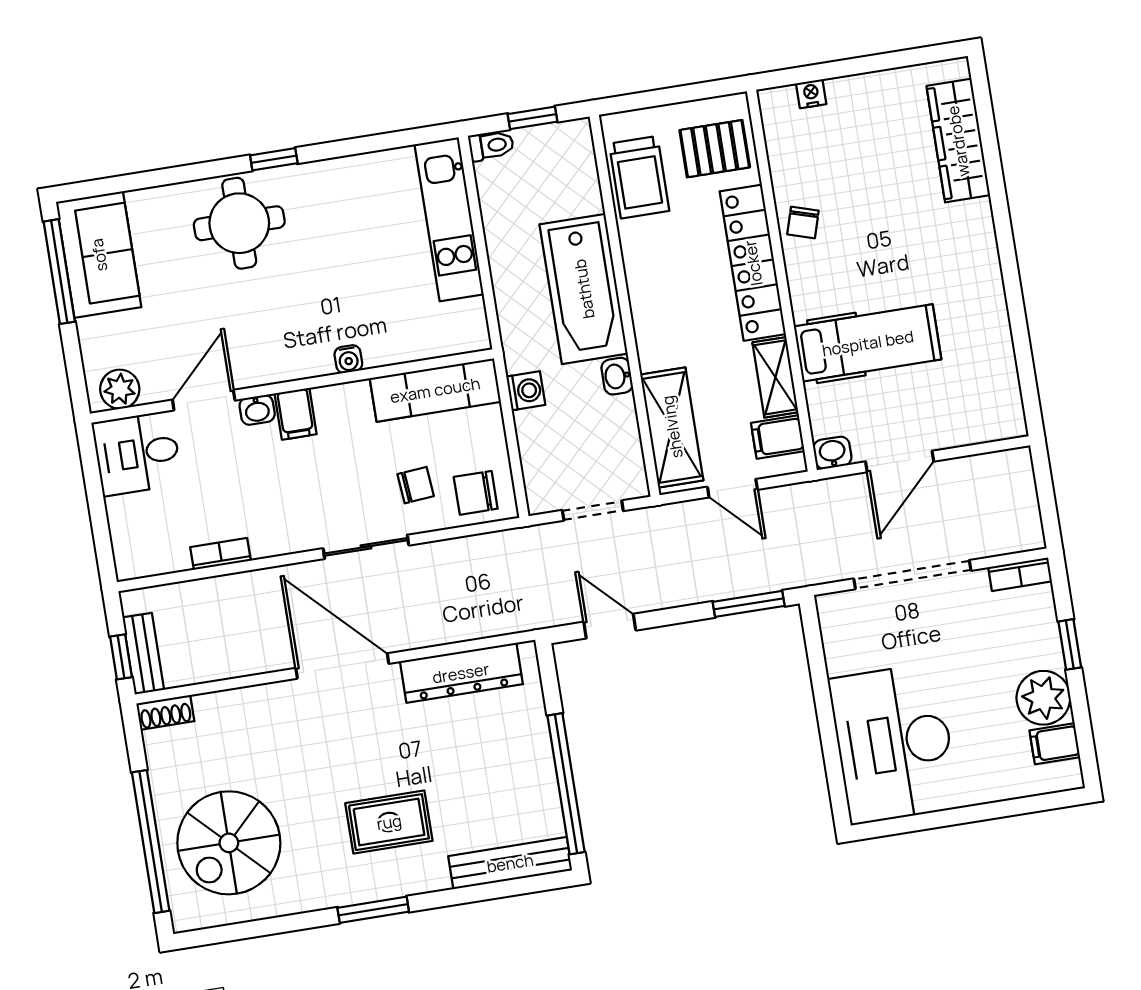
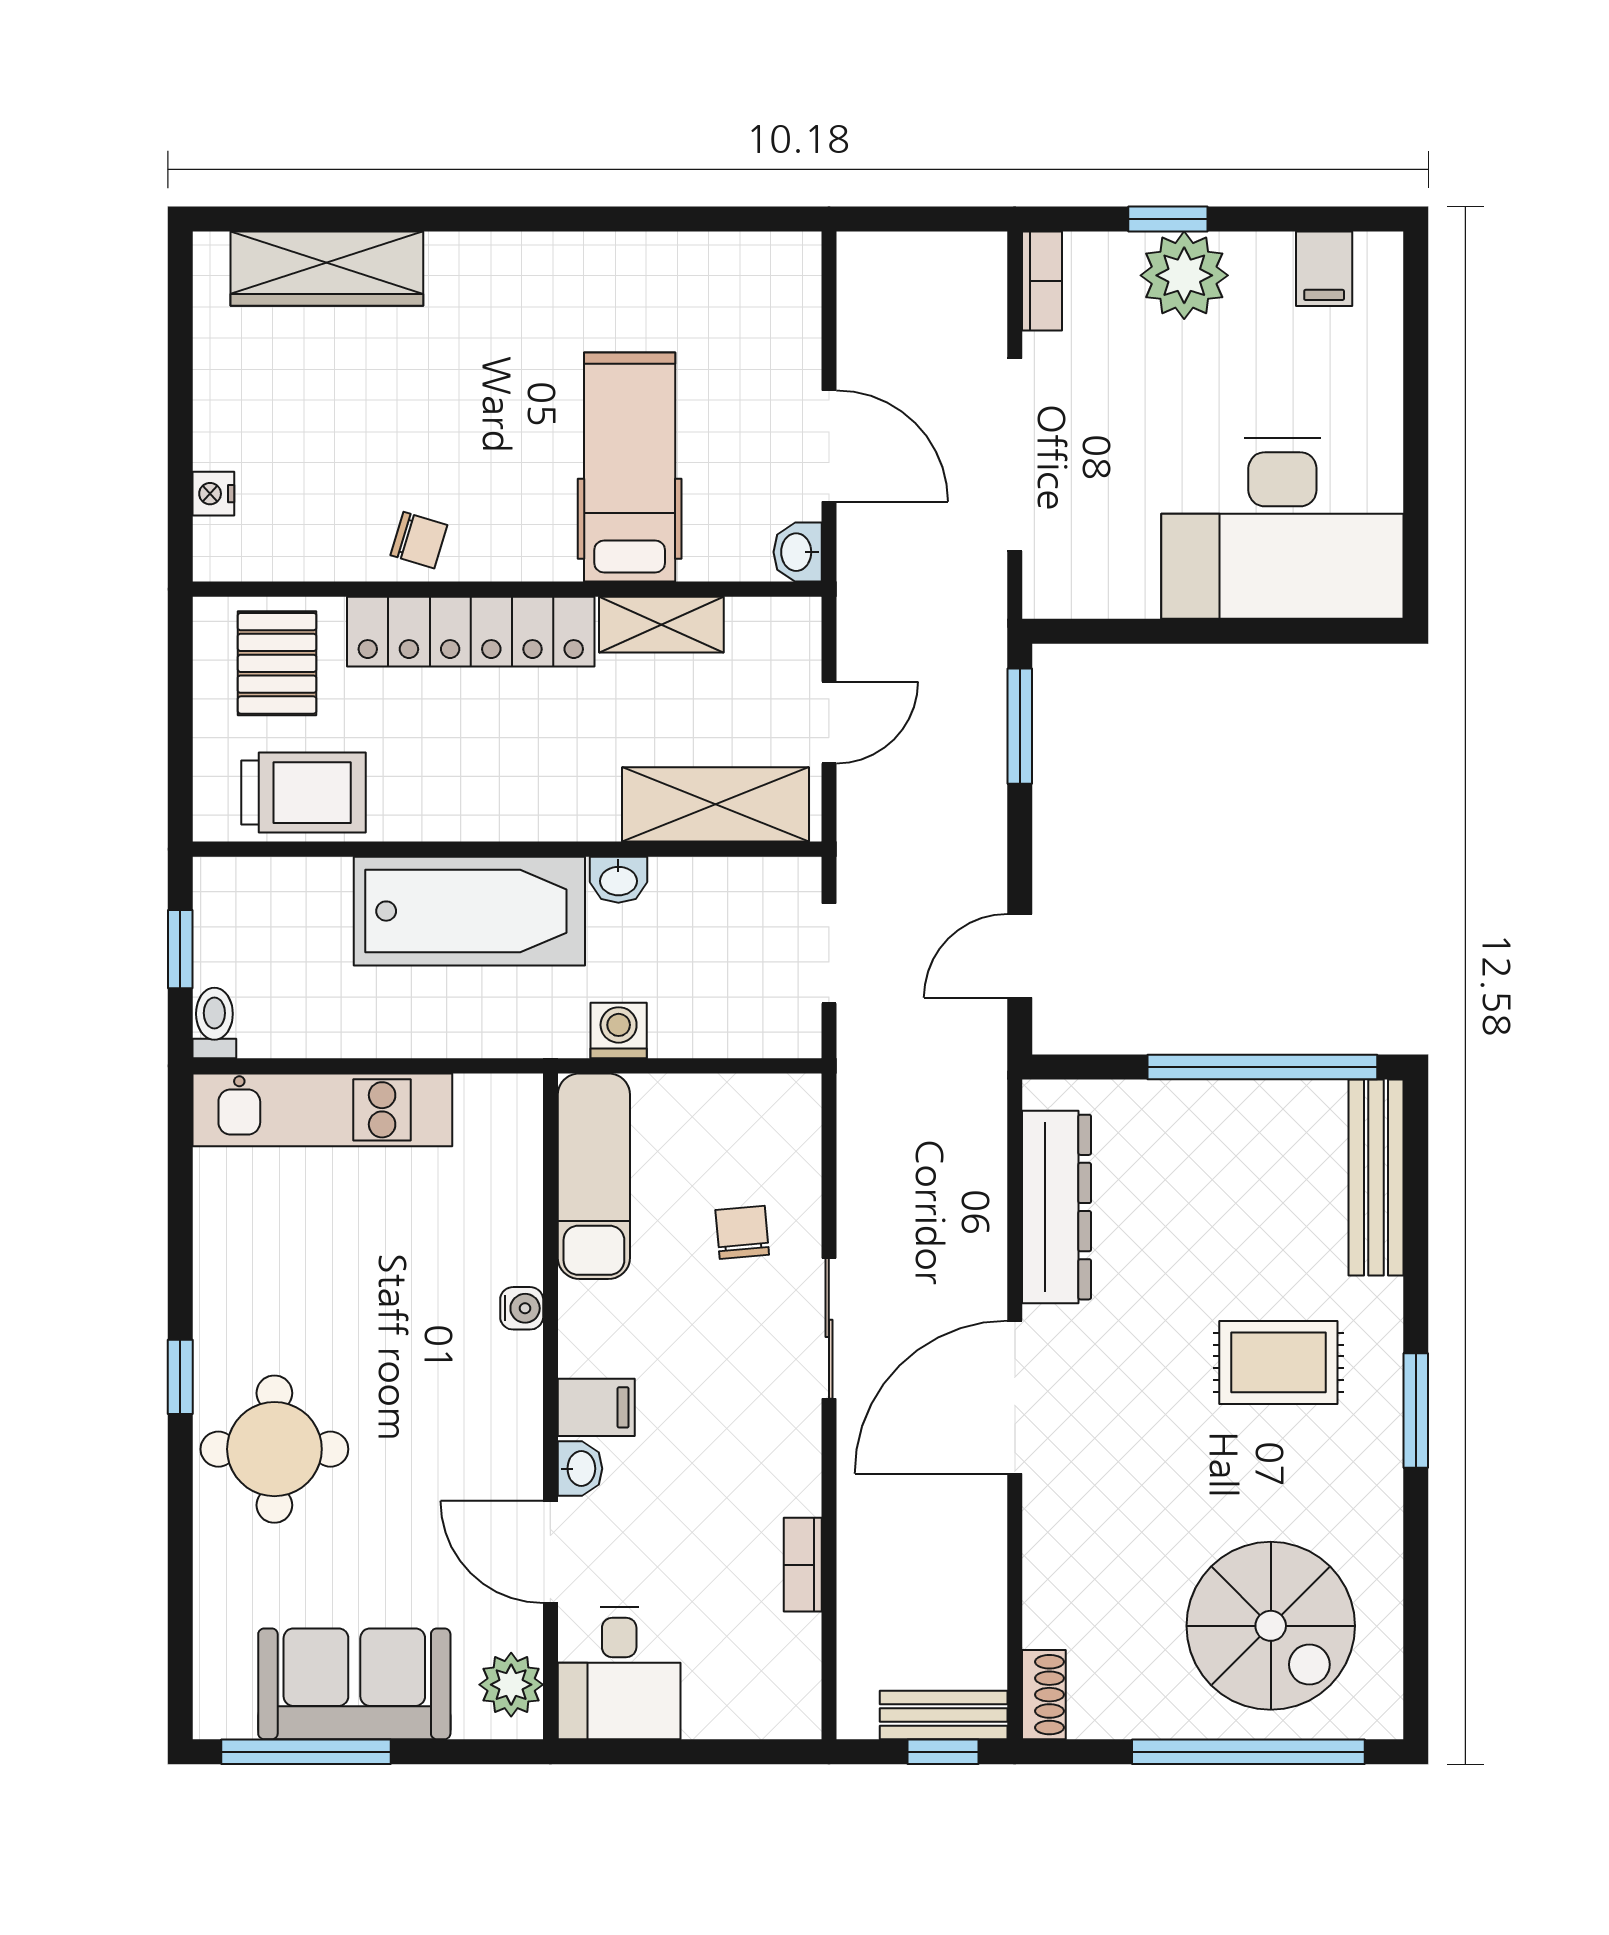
sofa: (99, 255) -> (354, 1684), moved
filing cabinet: (778, 437) -> (758, 636), removed
chair: (476, 493) -> (770, 1138), removed
plant: (1043, 698) -> (1184, 275), moved
rug: (389, 822) -> (1278, 1362), turned 90

